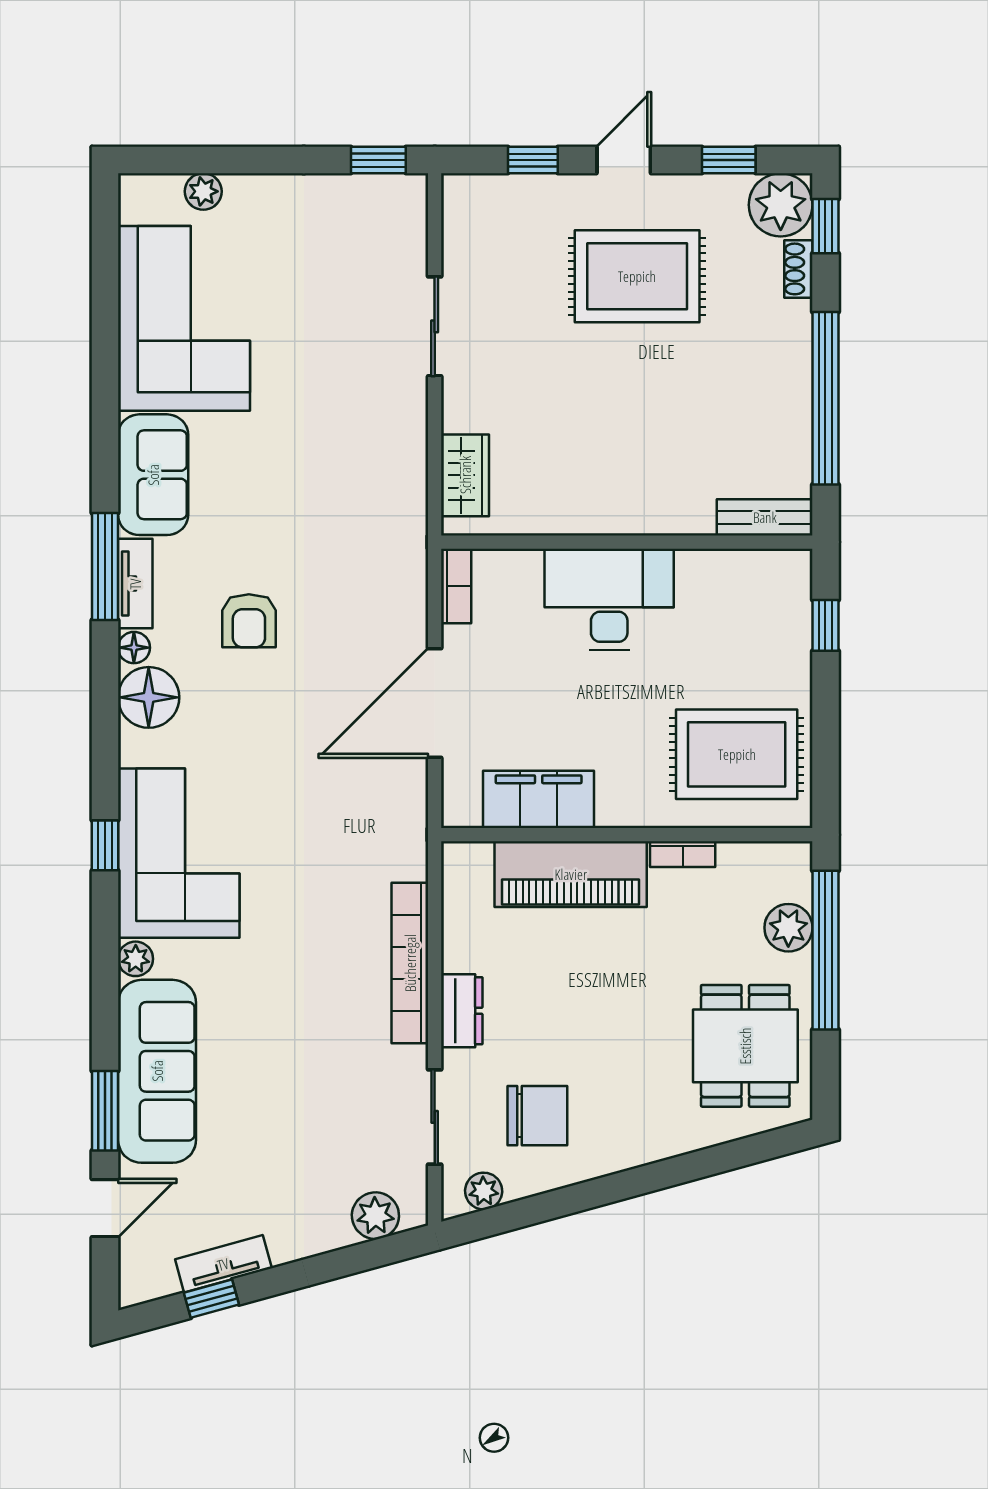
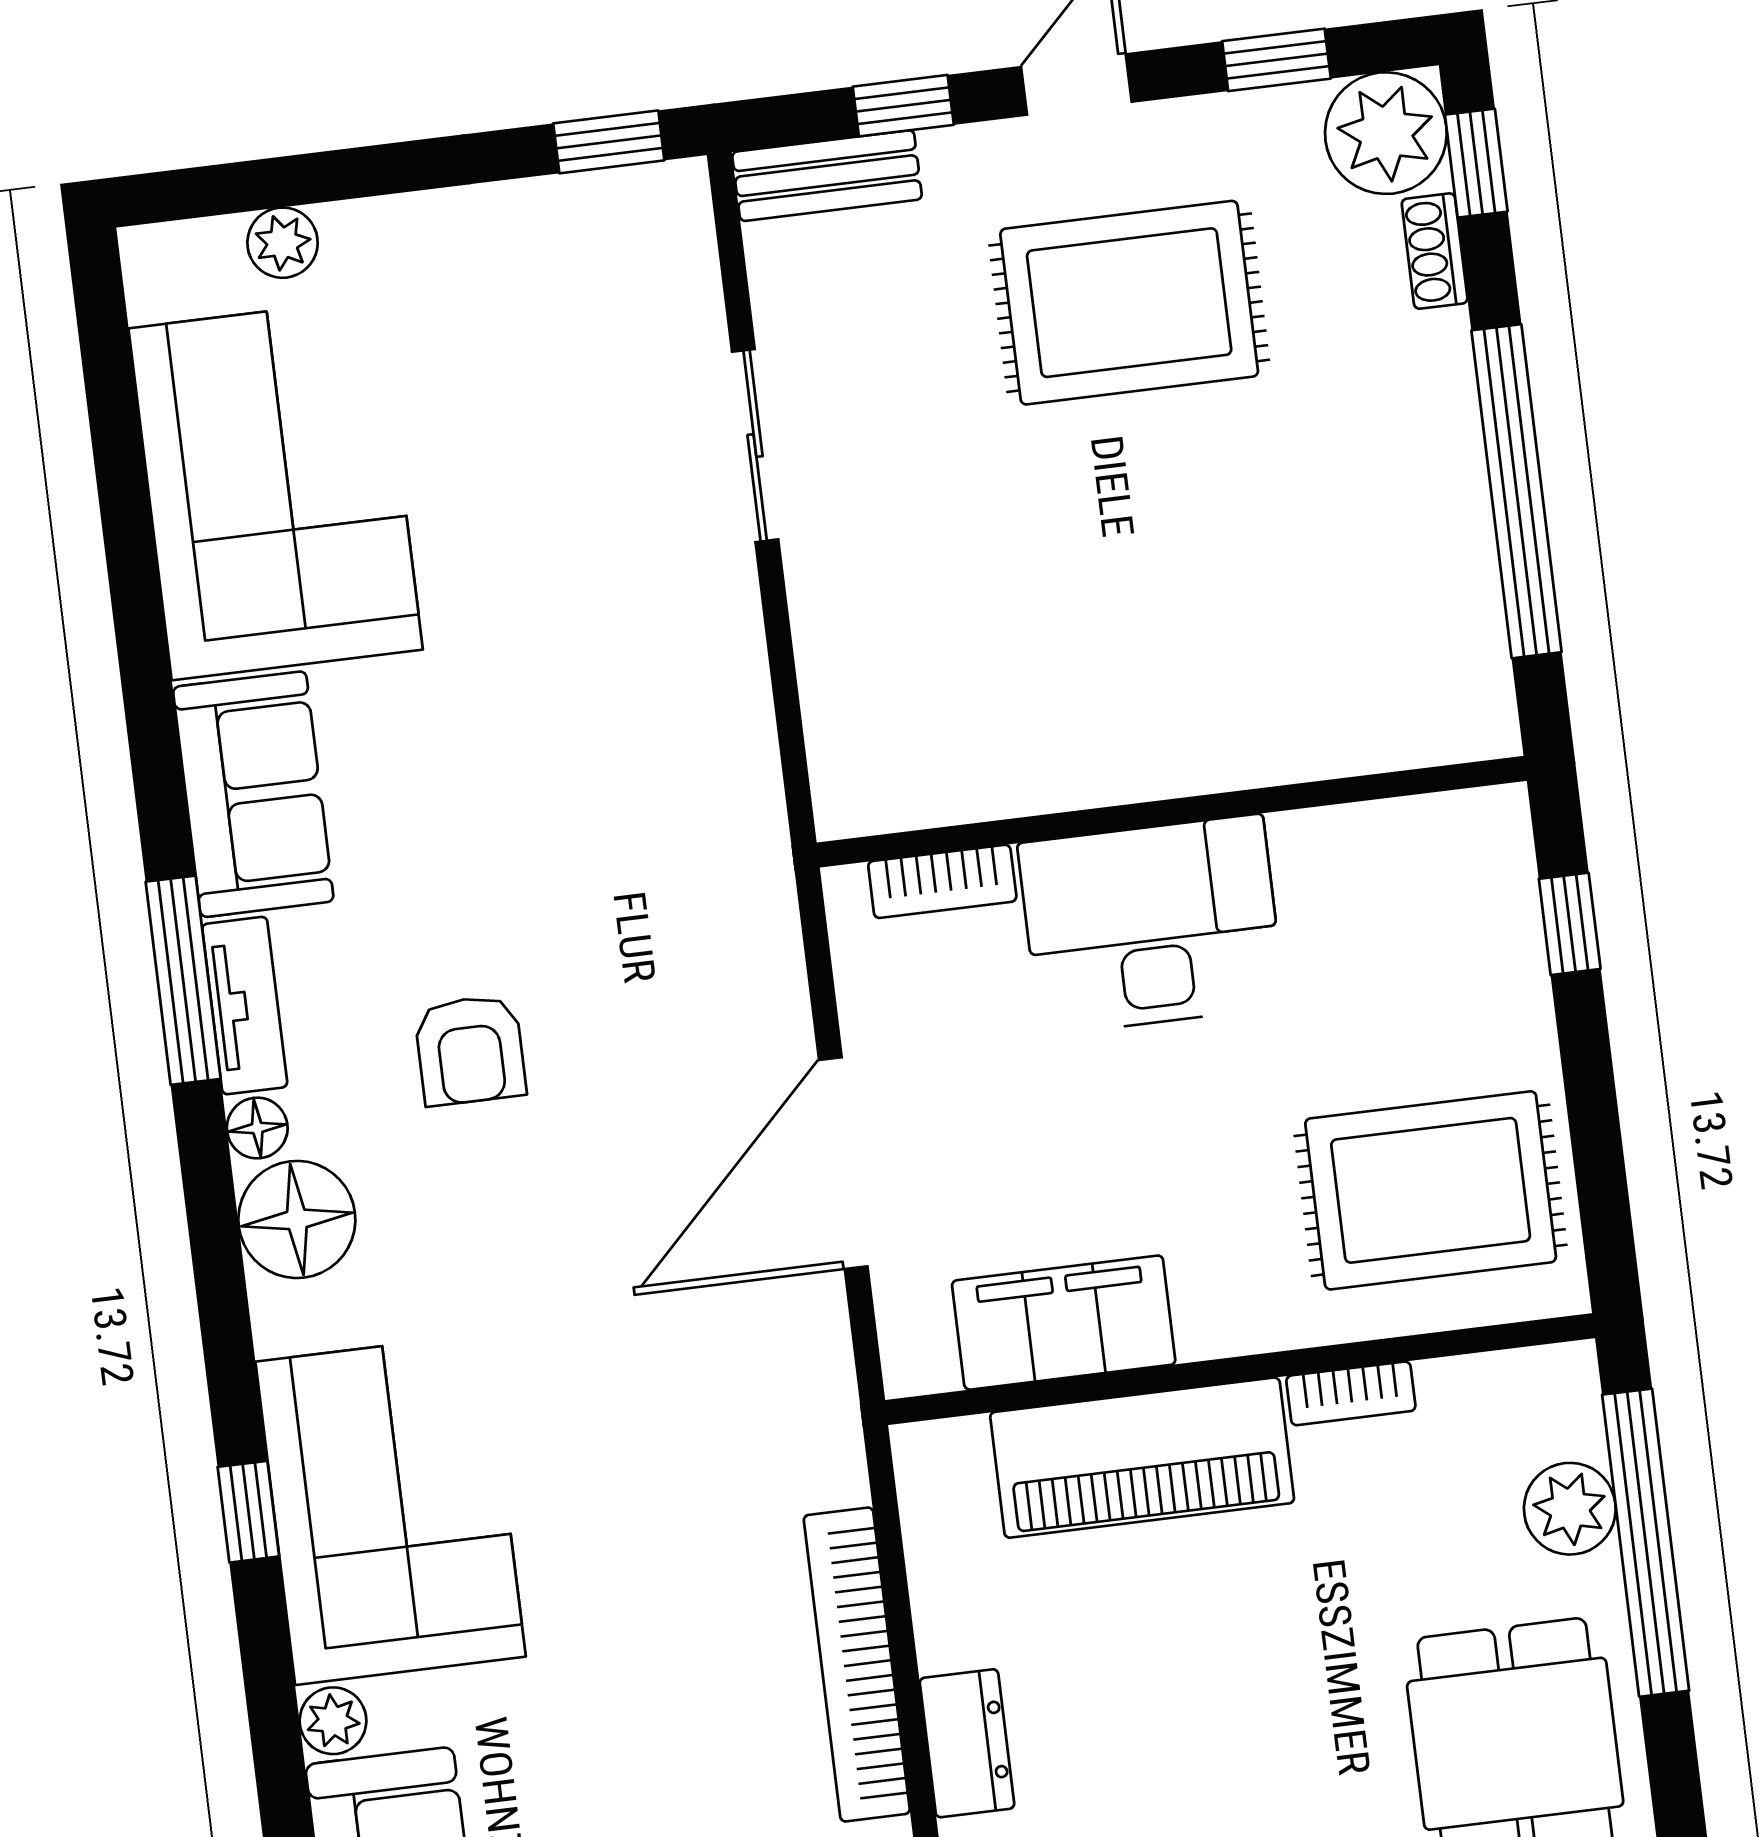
wardrobe: (465, 475) -> (848, 722), removed
bench: (765, 517) -> (827, 176), moved
bookcase: (456, 586) -> (942, 881), moved, turned 90

